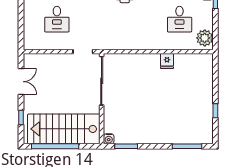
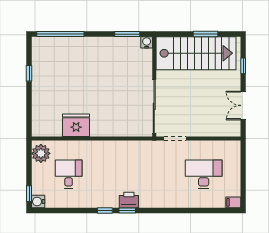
desk: (57, 19) -> (204, 174), width x1.37
fridge: (167, 61) -> (76, 125), width x1.88, depth x1.34
window: (55, 146) -> (206, 34), width x0.47
window: (187, 146) -> (60, 34), width x1.46

